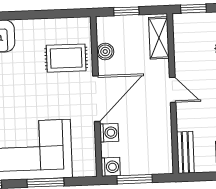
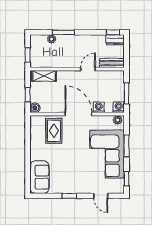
boiler: (105, 52) -> (35, 108), moved
door: (173, 90) -> (88, 69), moved
plant: (89, 166) -> (118, 120), added

